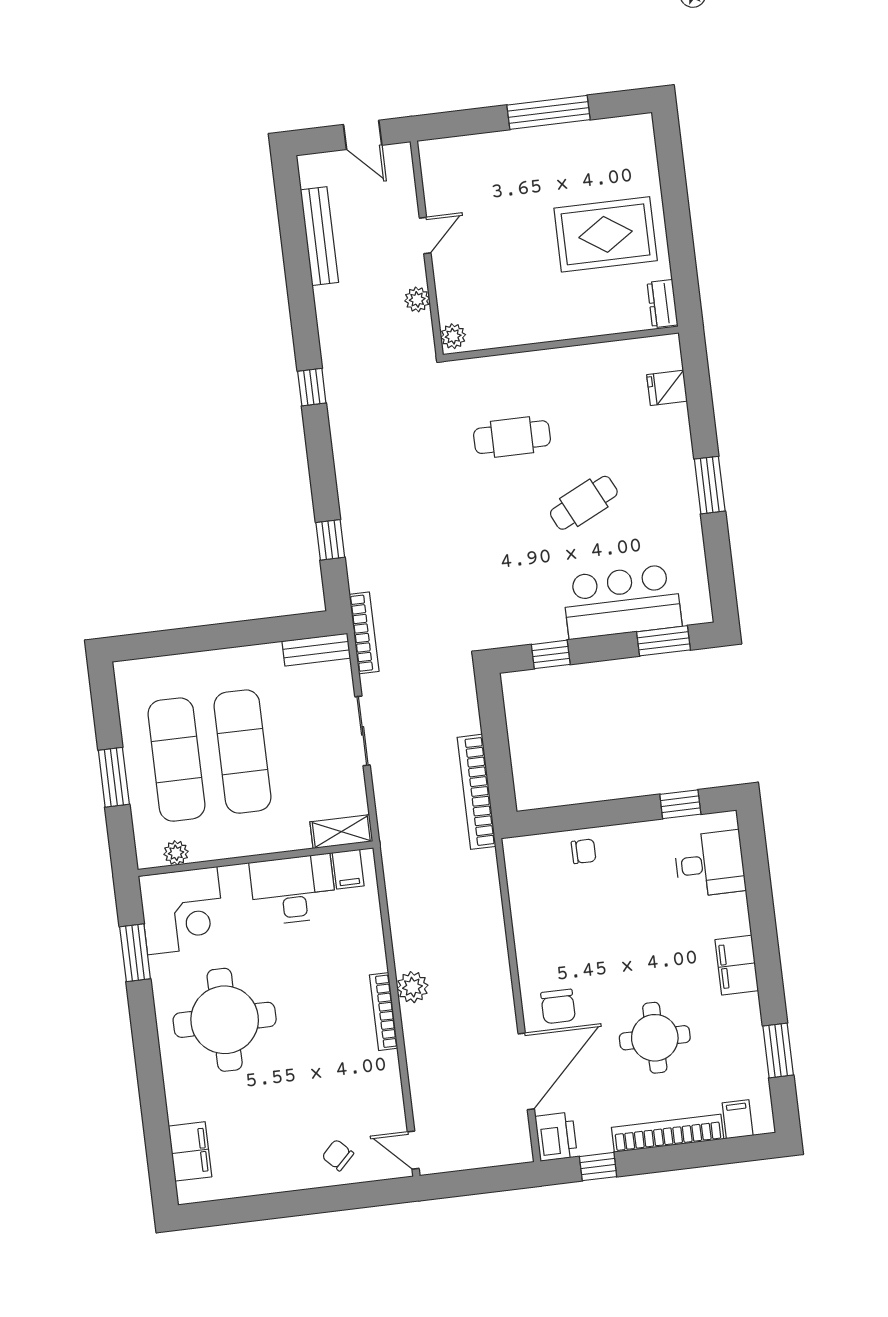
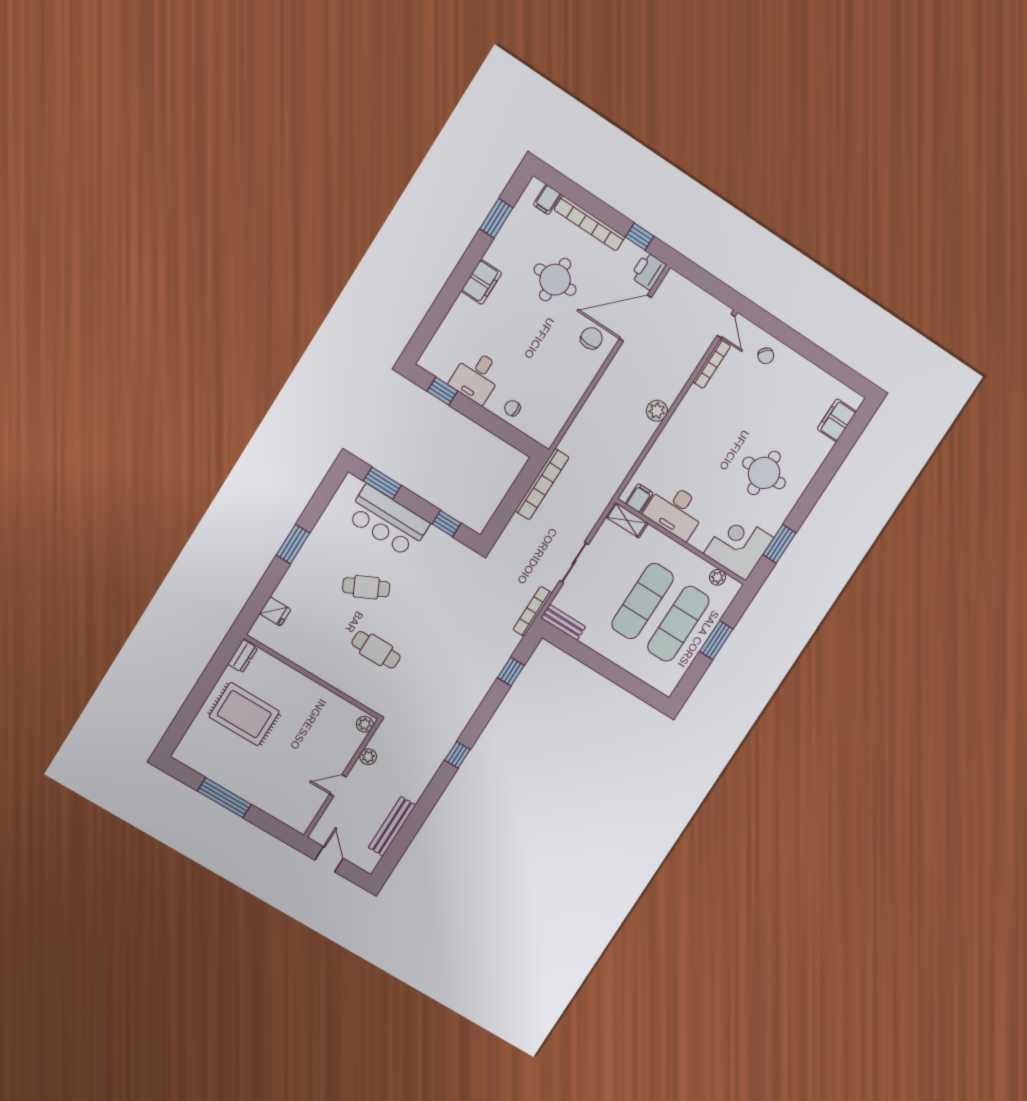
desk: (710, 864) -> (476, 377), moved, turned -90
bookcase: (384, 1012) -> (712, 364), moved
round table: (225, 1020) -> (764, 473), width x0.73, depth x0.73

